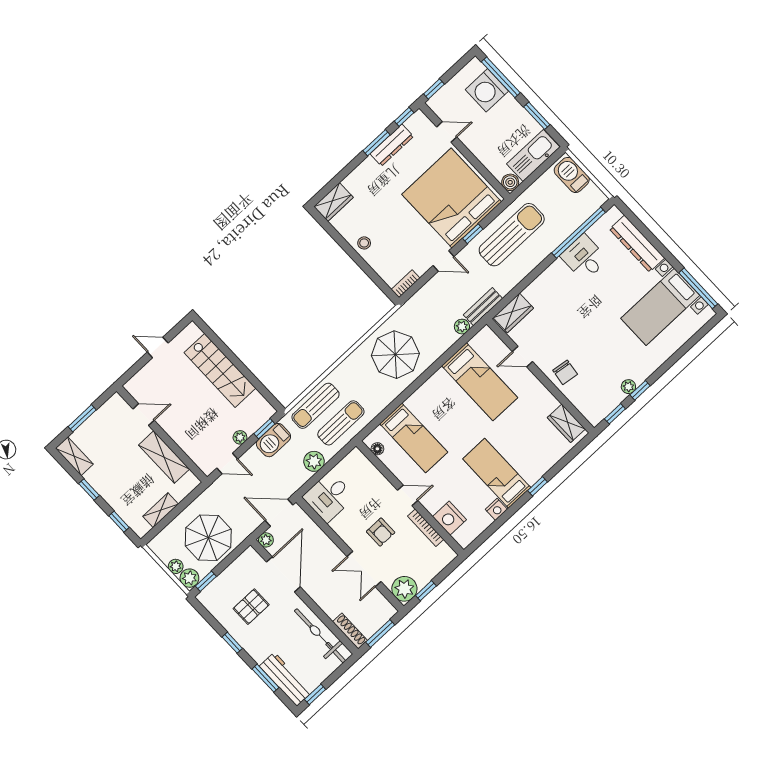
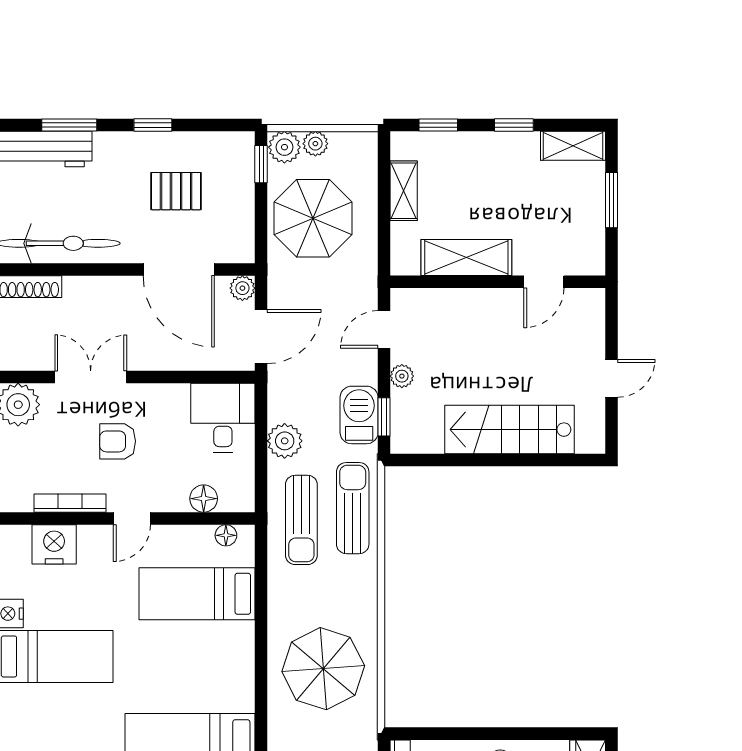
floor lamp: (371, 473) -> (204, 499), added
pallet: (251, 607) -> (176, 191), turned 90

